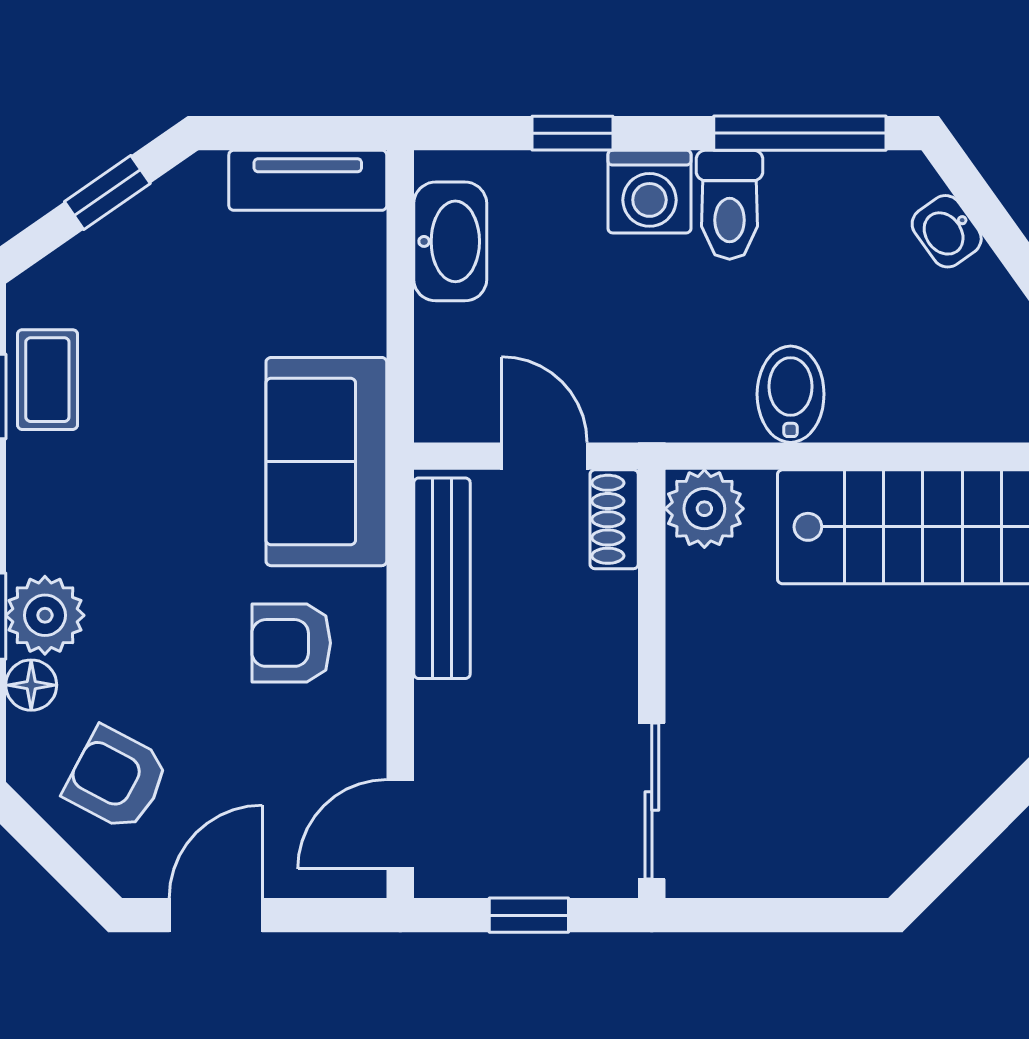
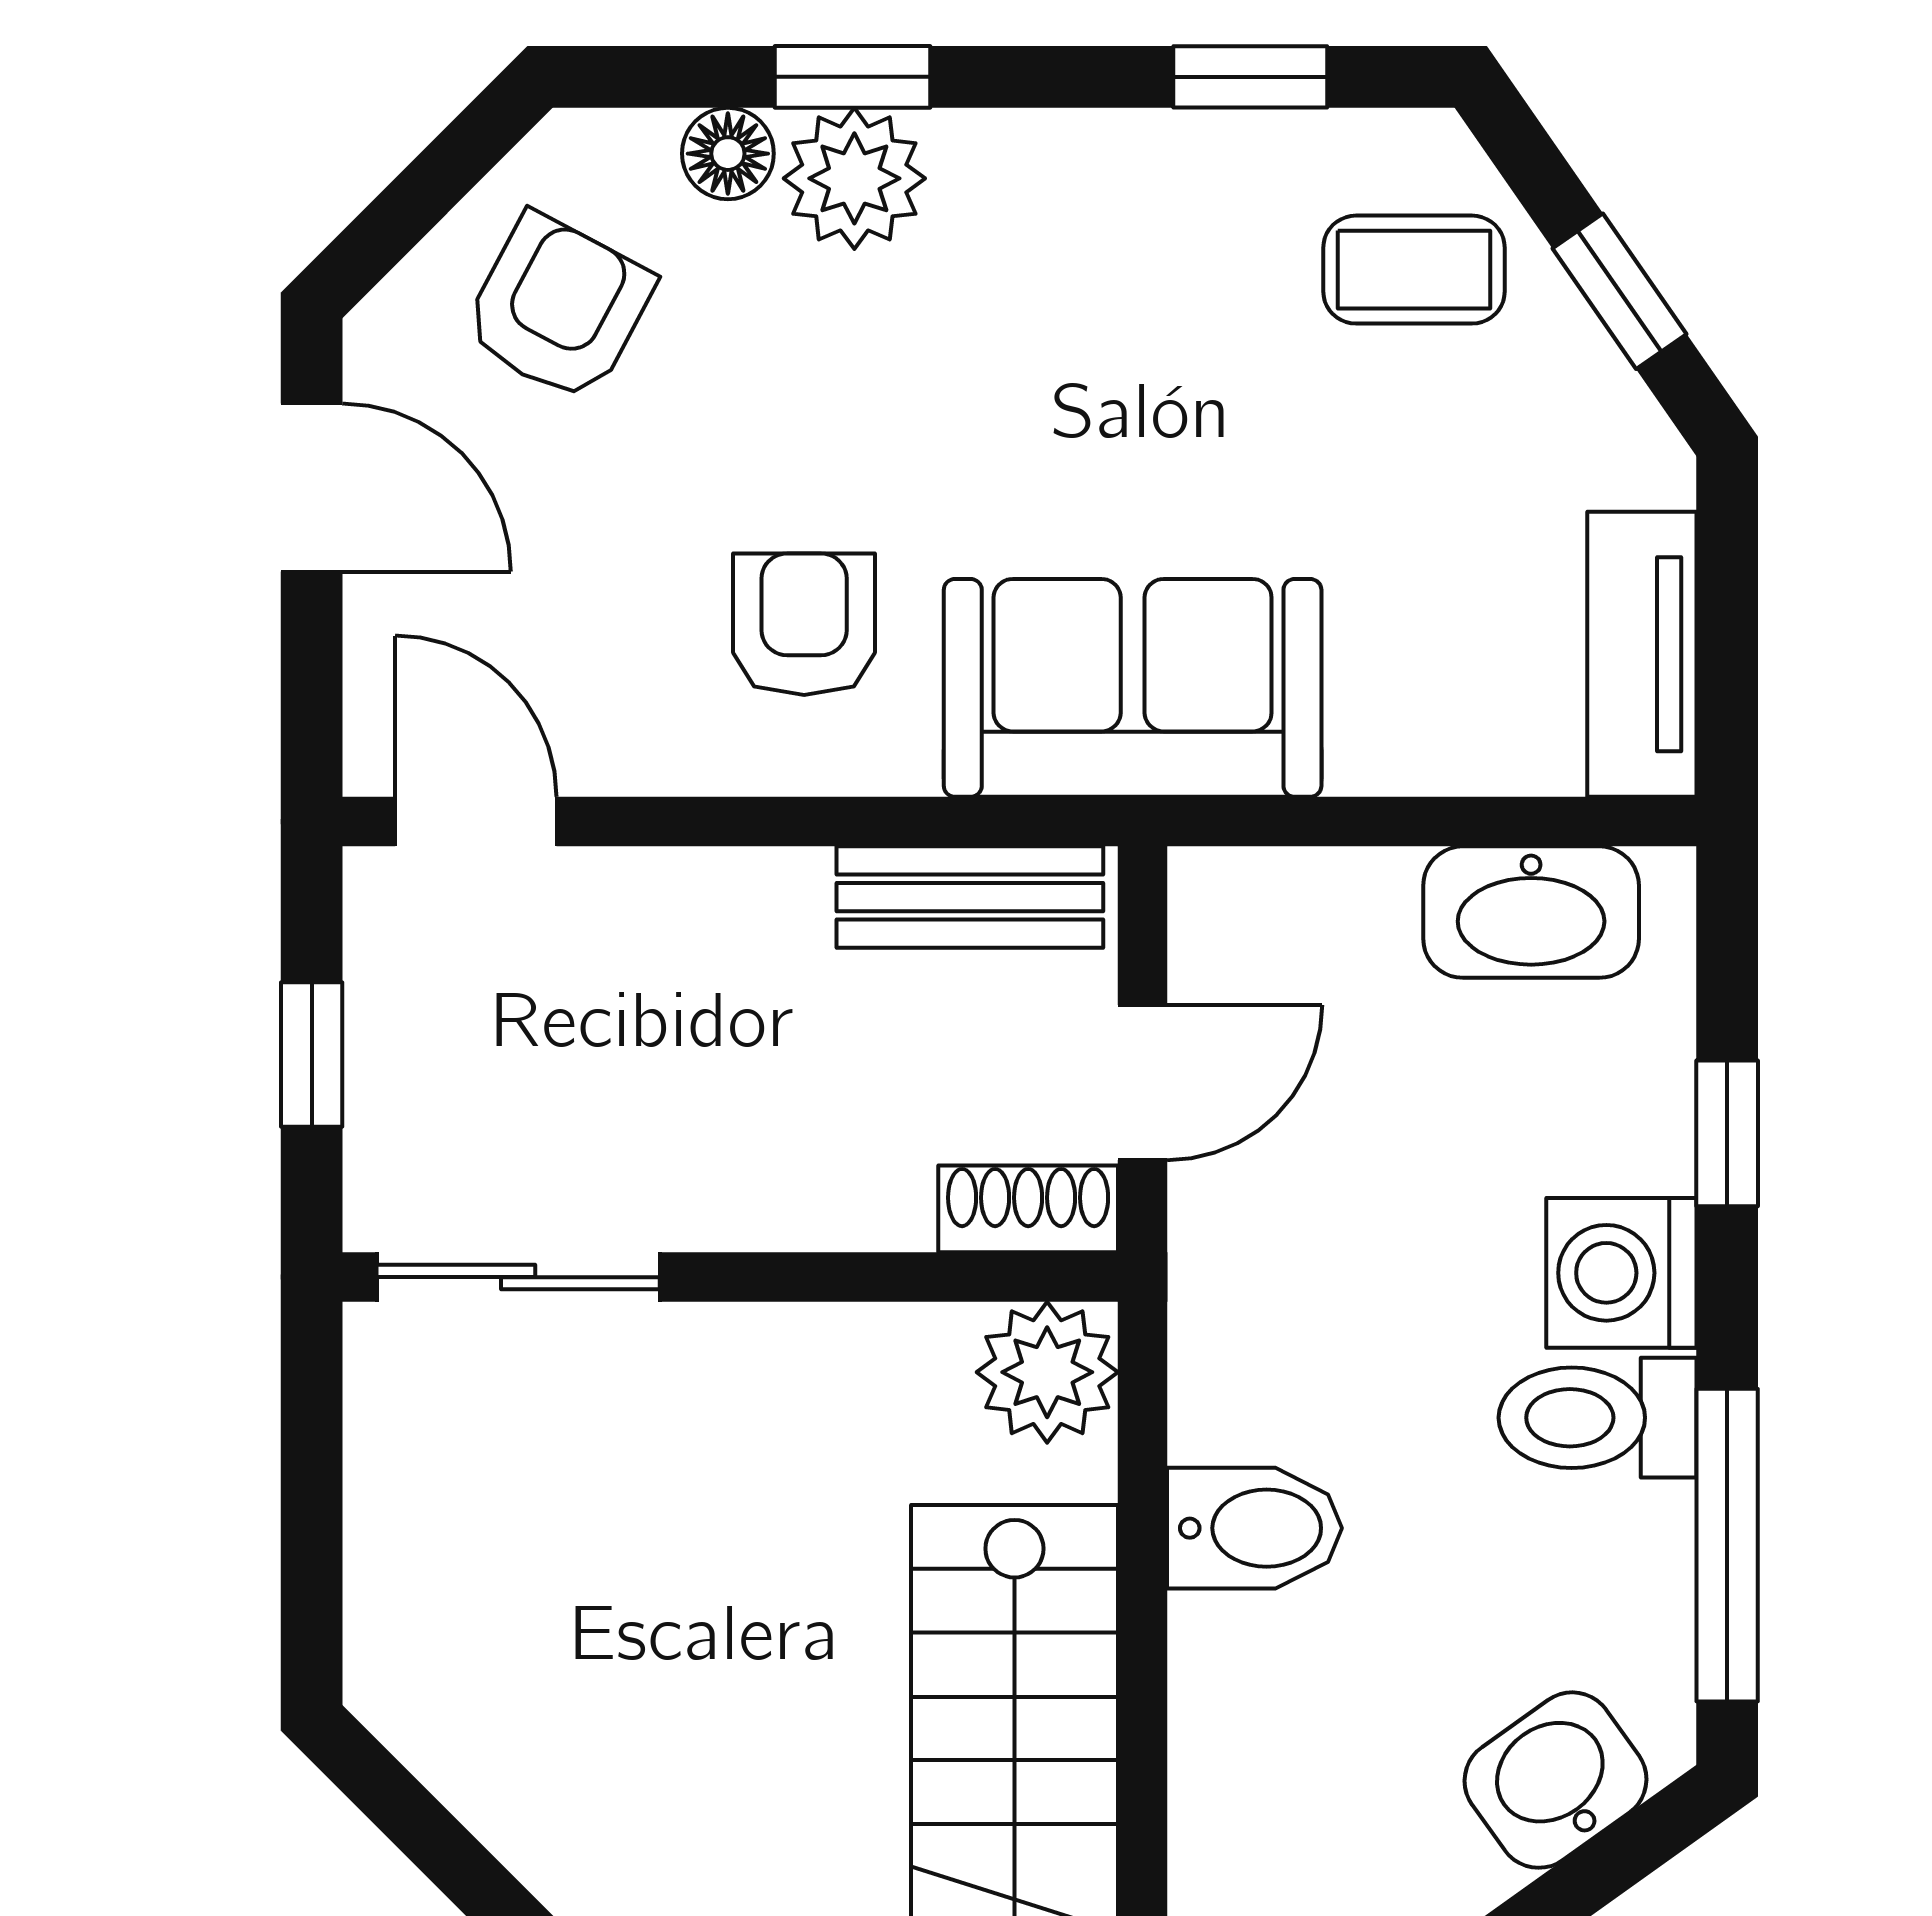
washbasin: (947, 231) -> (1555, 1780), width x1.38, depth x1.45
coffee table: (47, 380) -> (1414, 270), moved
bench: (442, 578) -> (970, 897), width x0.73

